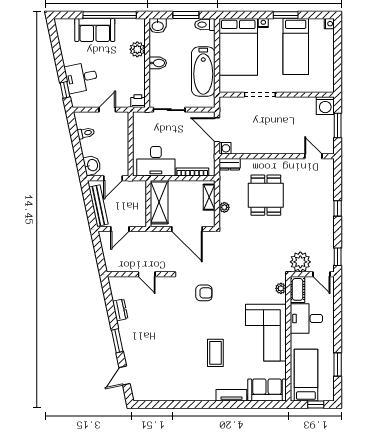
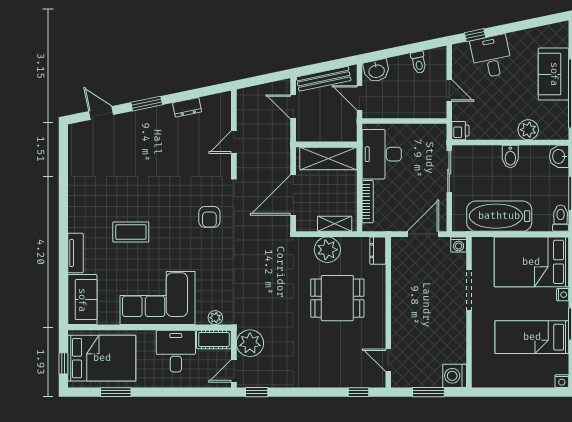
washing machine: (225, 148) -> (459, 245), moved
door: (313, 156) -> (388, 360), swing flipped
plant: (224, 207) -> (327, 250), width x1.87, depth x1.87
window: (338, 208) -> (359, 392), moved
bed: (306, 375) -> (102, 358), width x1.50

